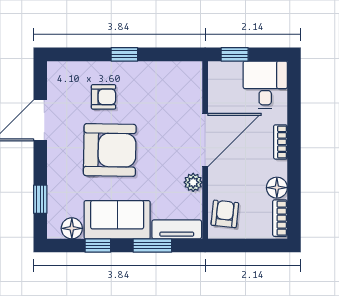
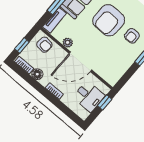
desk: (265, 85) -> (89, 96), moved
door: (205, 140) -> (80, 62), hinge flipped
window: (254, 246) -> (22, 46), added

